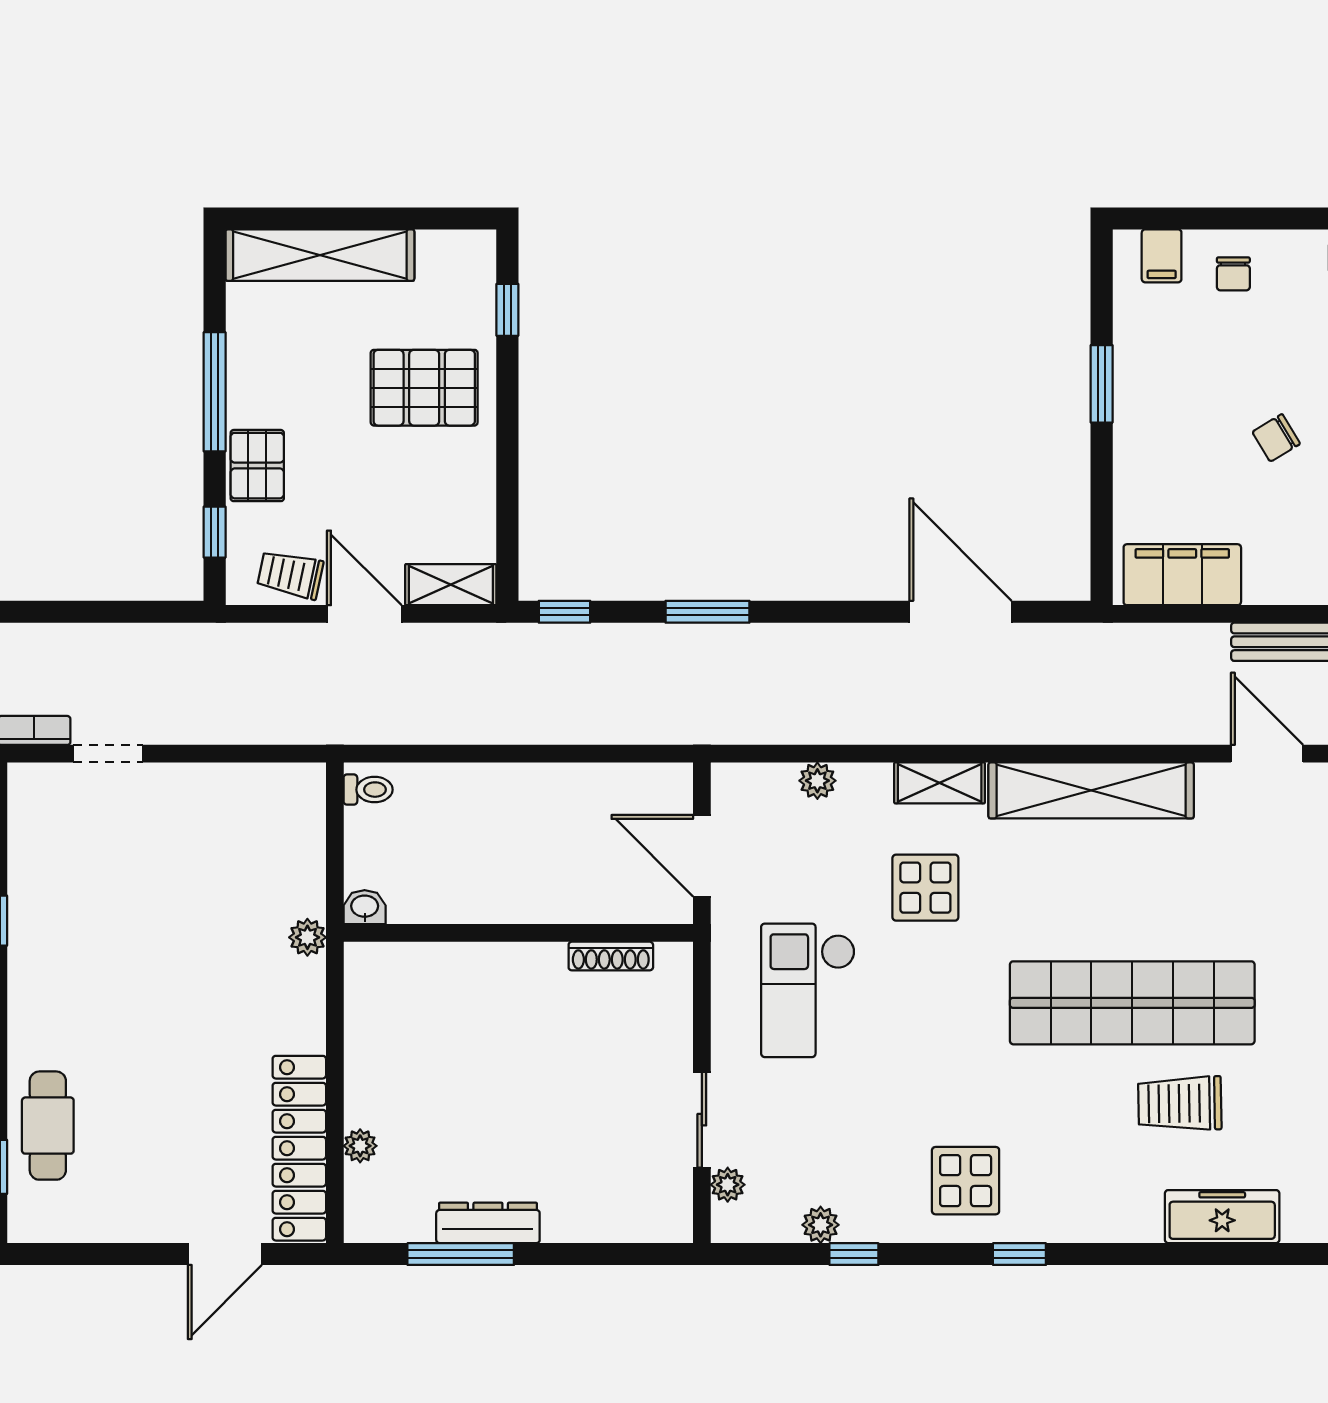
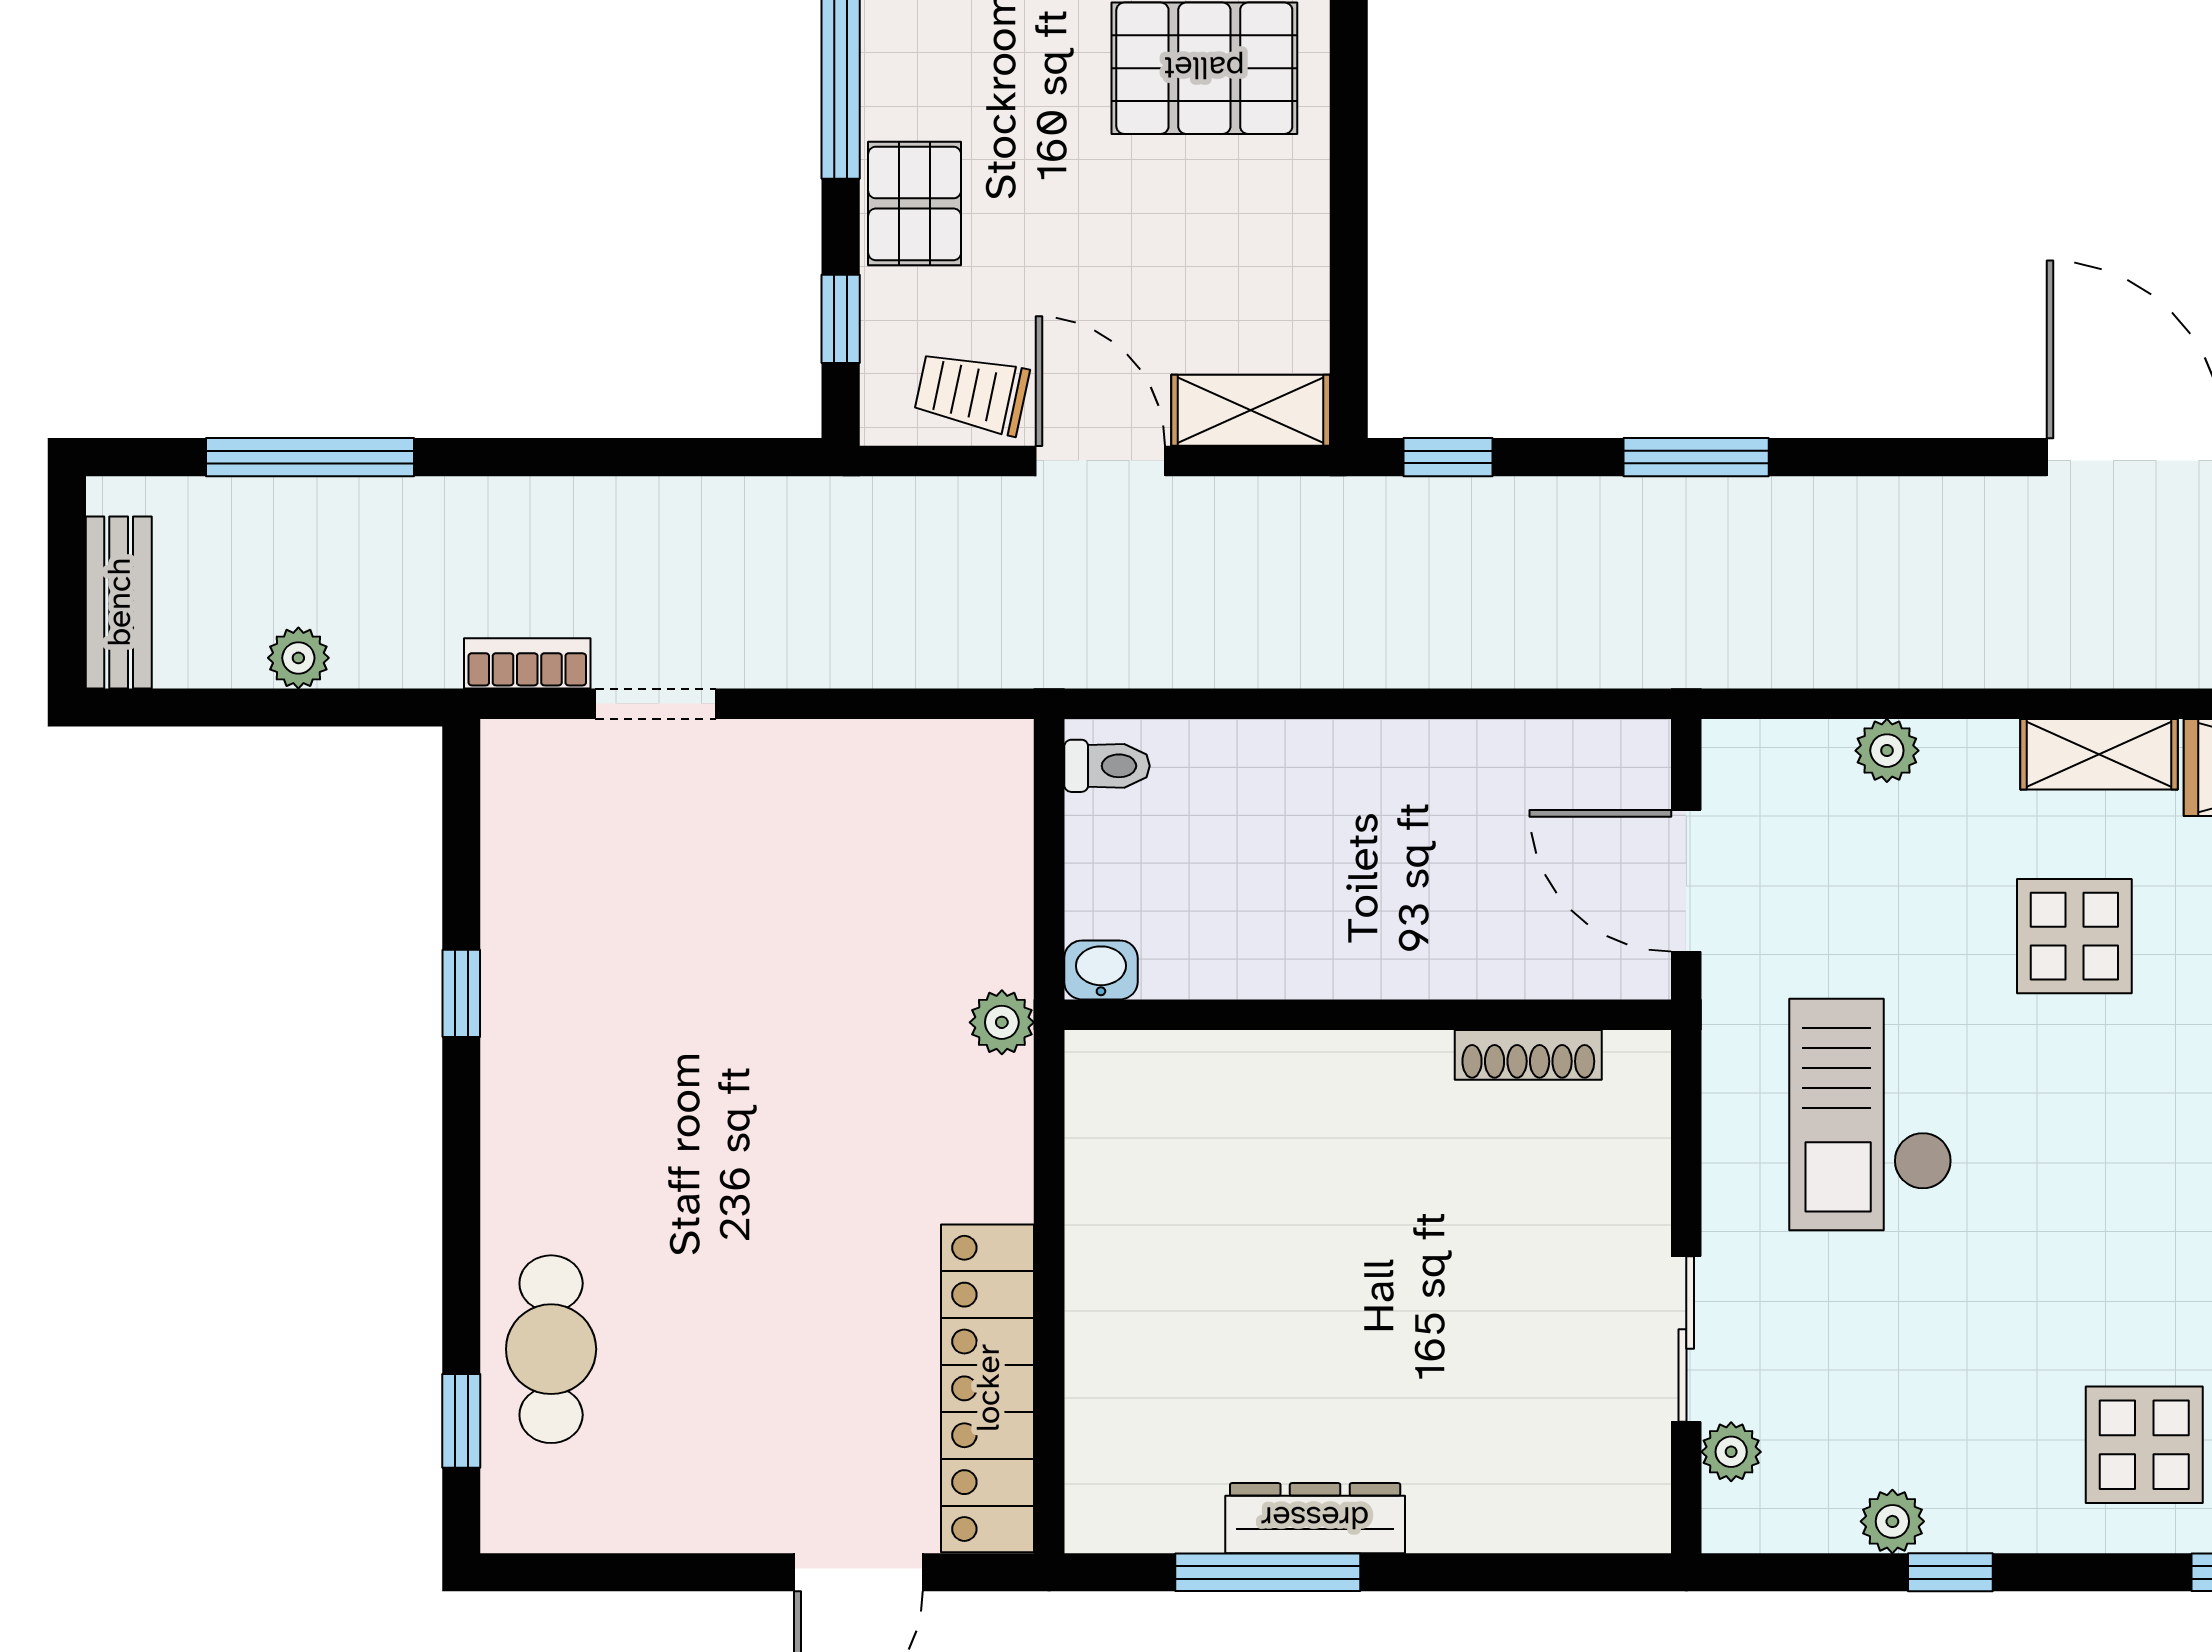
plant: (360, 1146) -> (1093, 1384), removed

